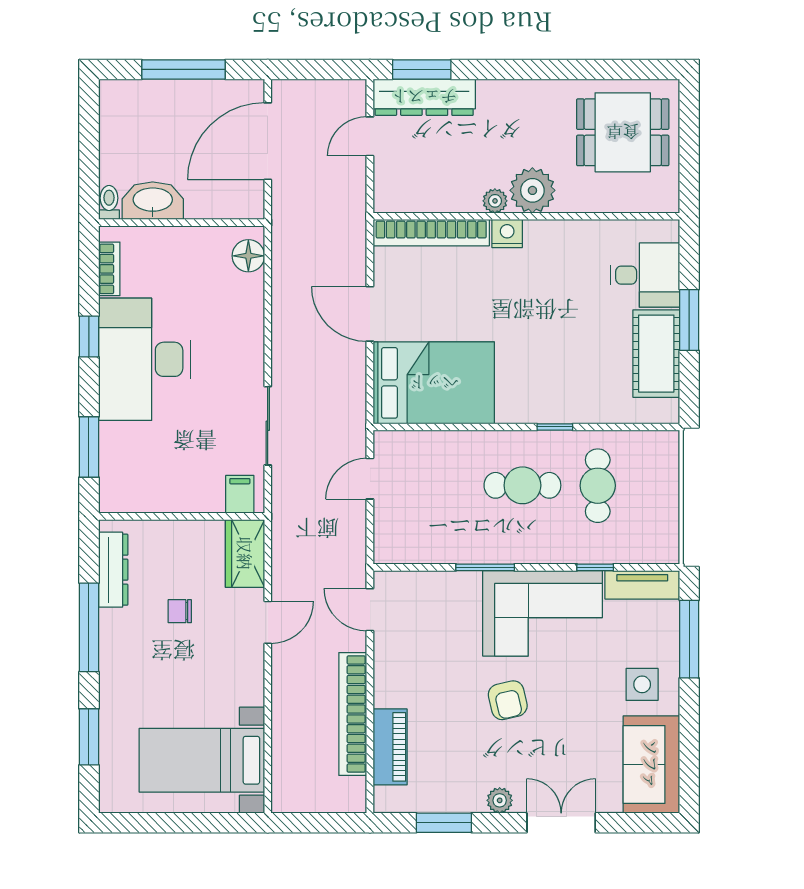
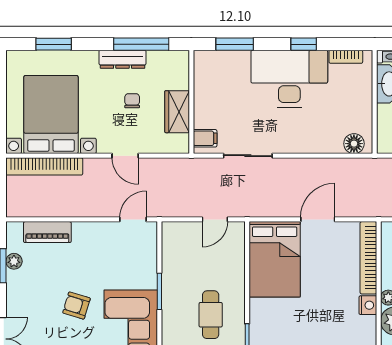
door: (370, 479) -> (215, 219), swing flipped
wardrobe: (245, 553) -> (177, 112), moved, turned -90
dresser: (113, 570) -> (123, 59), moved
window: (89, 627) -> (141, 44), moved
armchair: (508, 700) -> (77, 306), turned 30
bookcase: (353, 714) -> (44, 166), moved, turned 180
bed with nightstands: (202, 760) -> (51, 115), width x1.36
plant: (500, 800) -> (14, 261), moved

